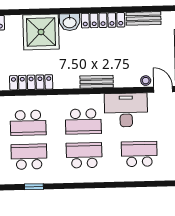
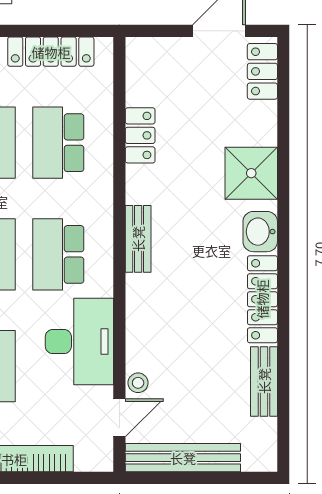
shower: (41, 32) -> (251, 173), width x0.73, depth x0.73
locker: (31, 82) -> (140, 135), width x0.66
bench: (97, 82) -> (138, 239), moved

